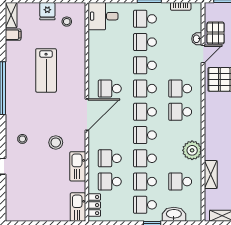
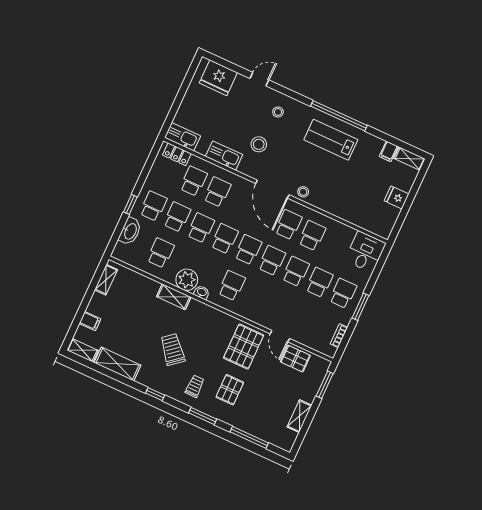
stool: (67, 22) -> (303, 192), moved
washbasin: (197, 39) -> (202, 292), moved
lab bench: (46, 70) -> (331, 140), moved
school desk: (180, 89) -> (312, 236), moved
shelving: (211, 175) -> (174, 297), moved
fridge: (17, 200) -> (218, 78), added

